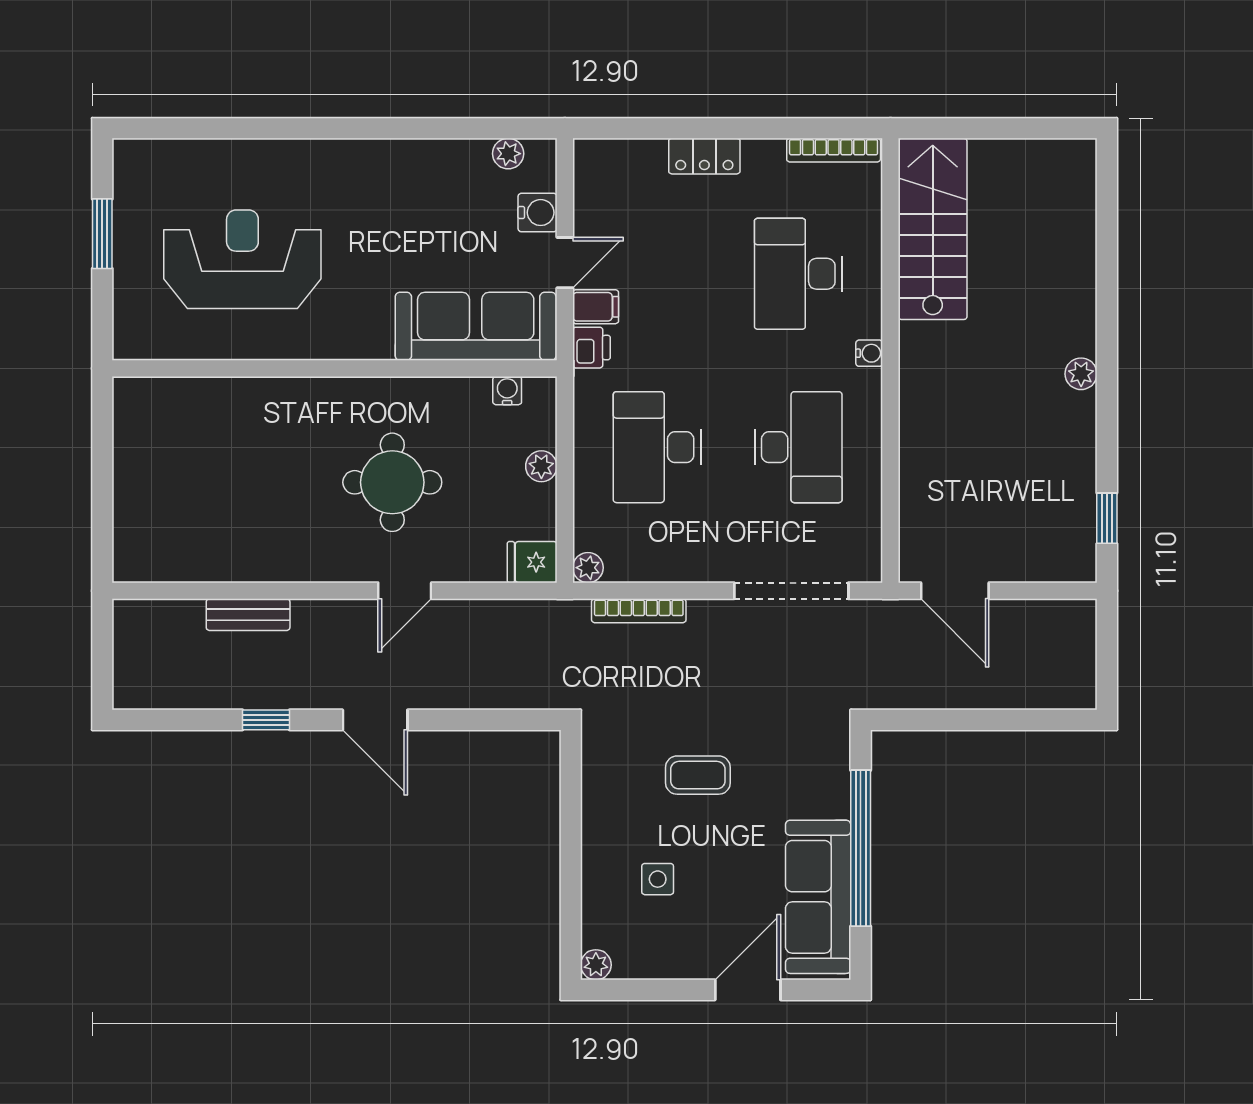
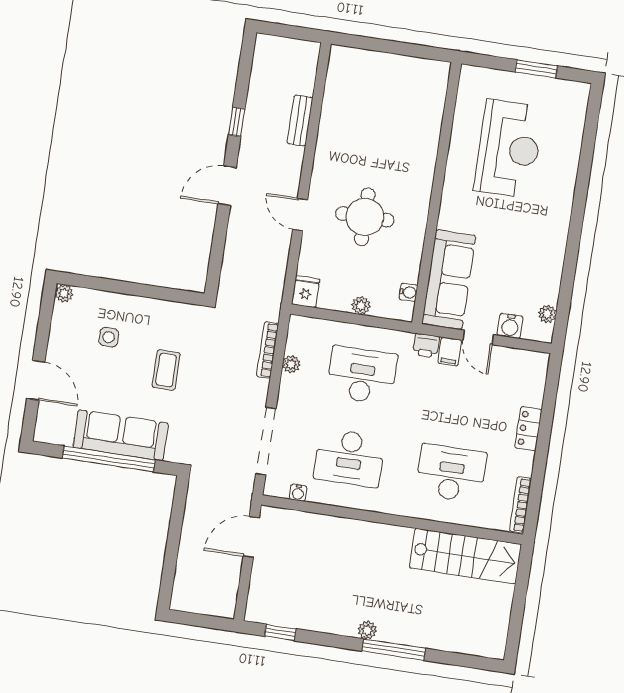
window: (1107, 325) -> (394, 650), added
water cooler: (869, 353) -> (298, 493), moved
plant: (588, 568) -> (291, 364), moved
sofa: (818, 897) -> (121, 435), moved

